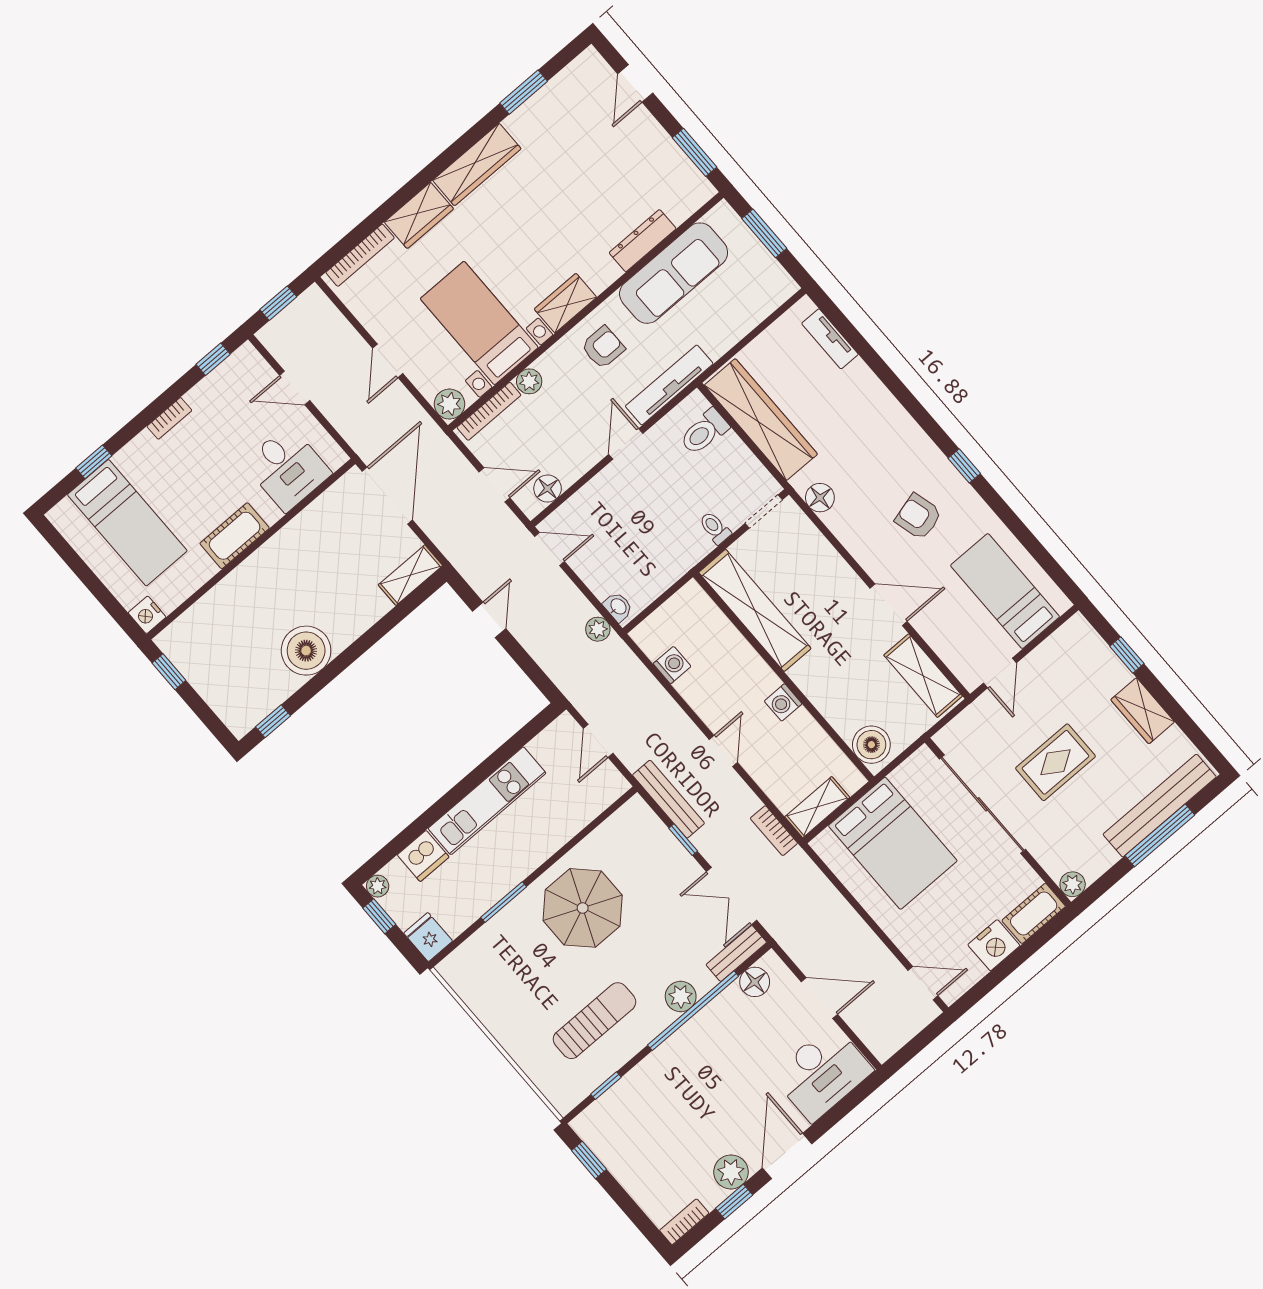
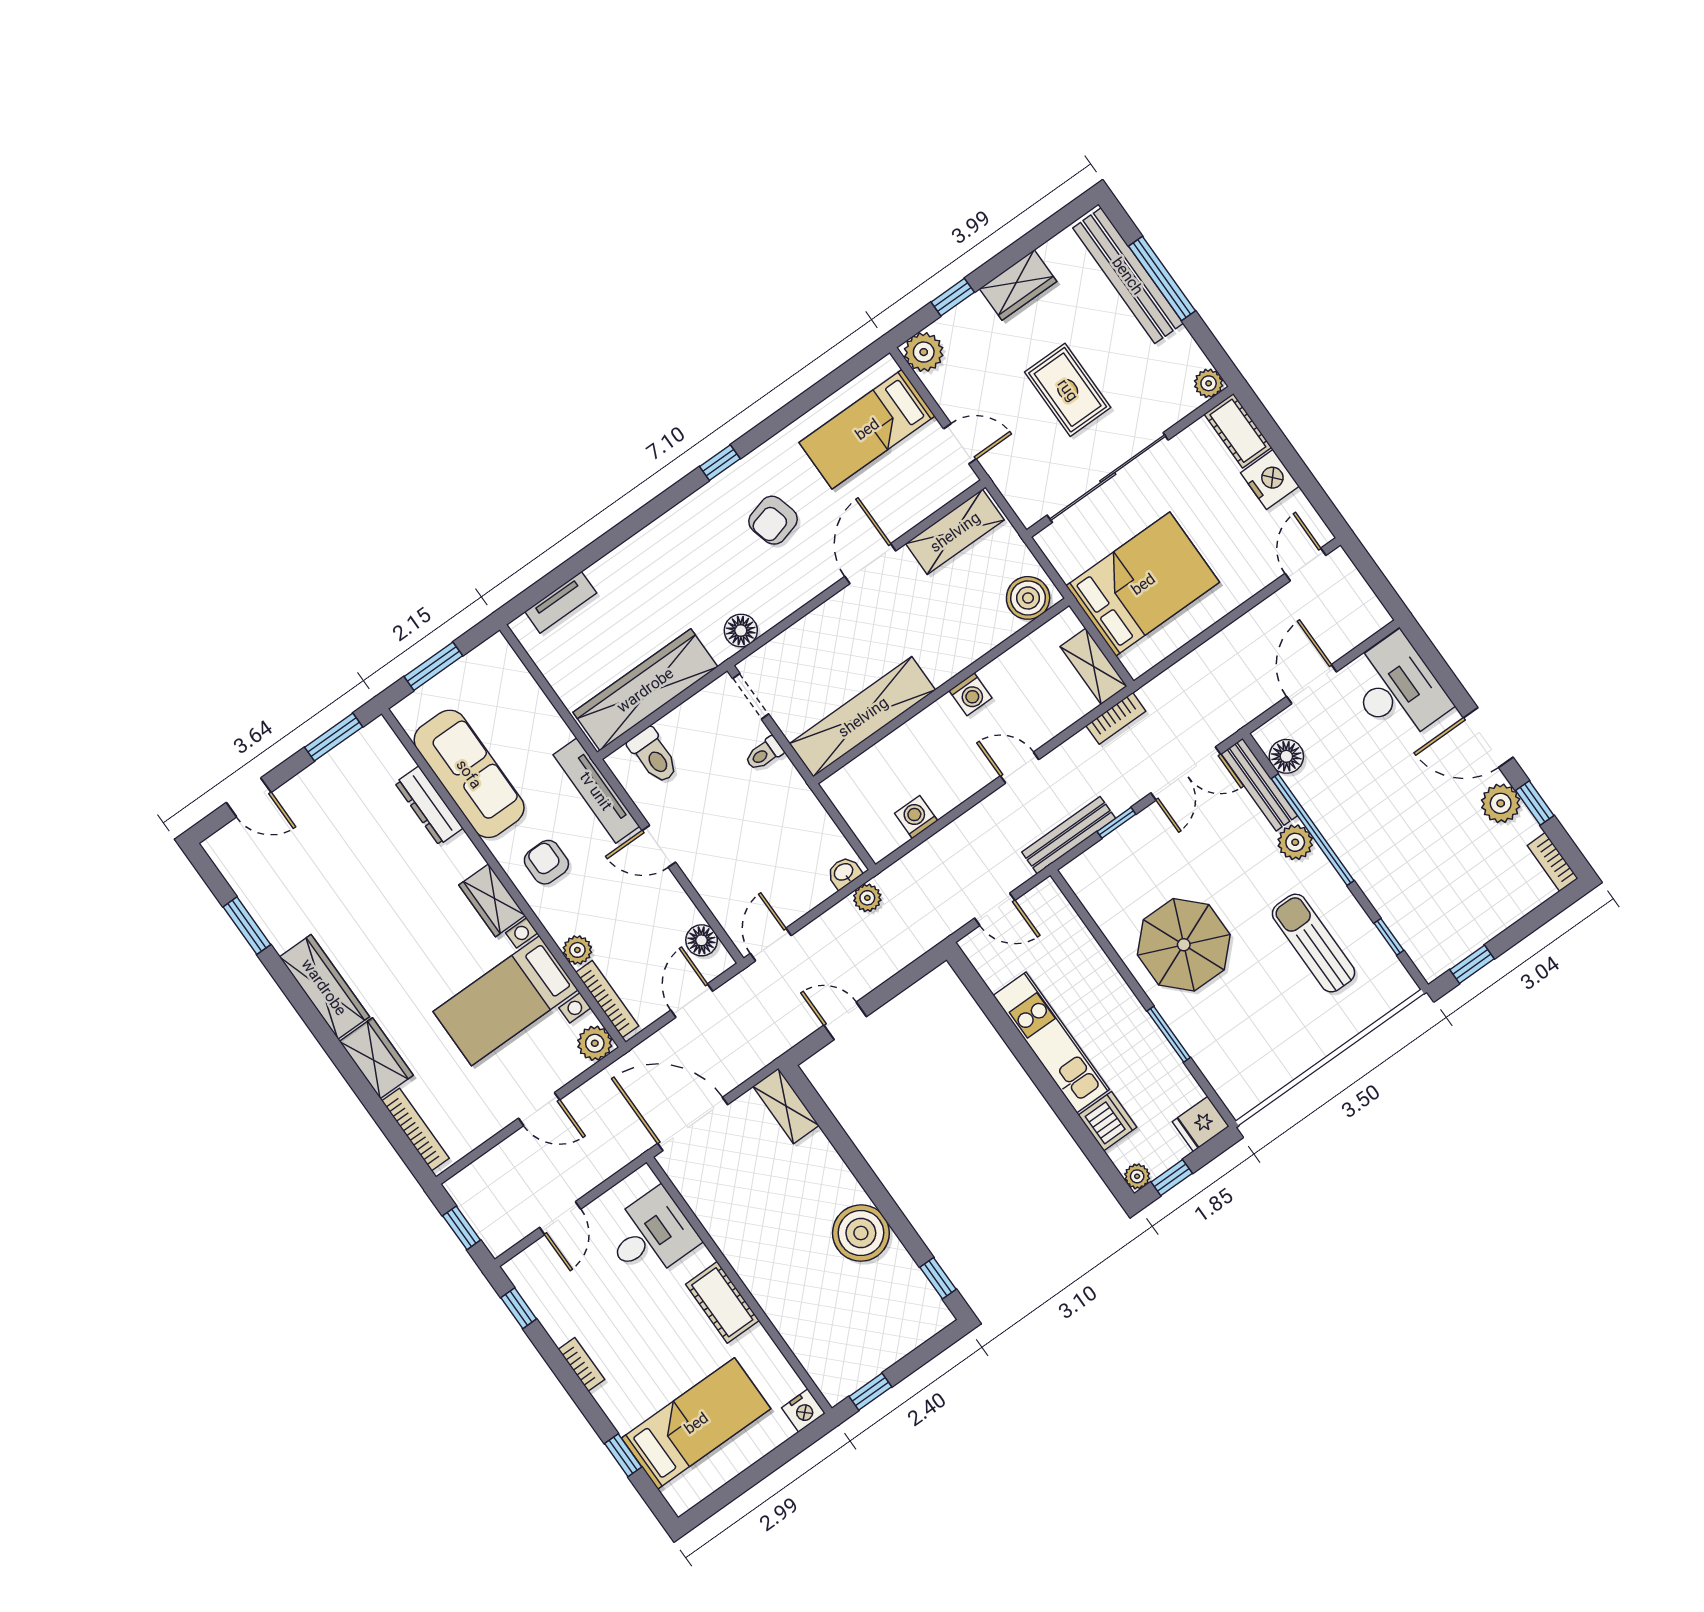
plant: (1077, 634) -> (924, 352), added
bench: (736, 953) -> (1259, 785), width x1.36

